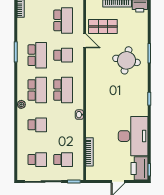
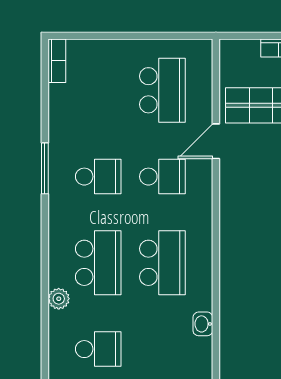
door: (85, 41) -> (216, 141), swing flipped
school desk: (37, 55) -> (98, 177), width x0.54

